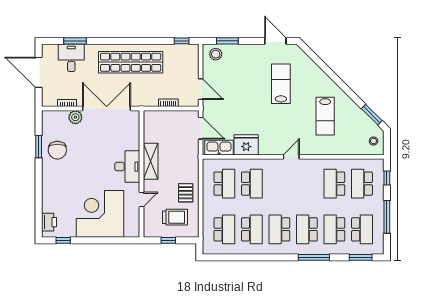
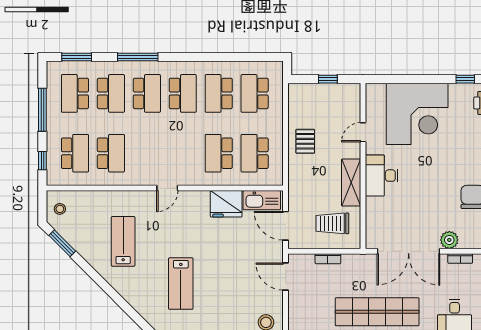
trolley: (175, 217) -> (332, 223), moved

